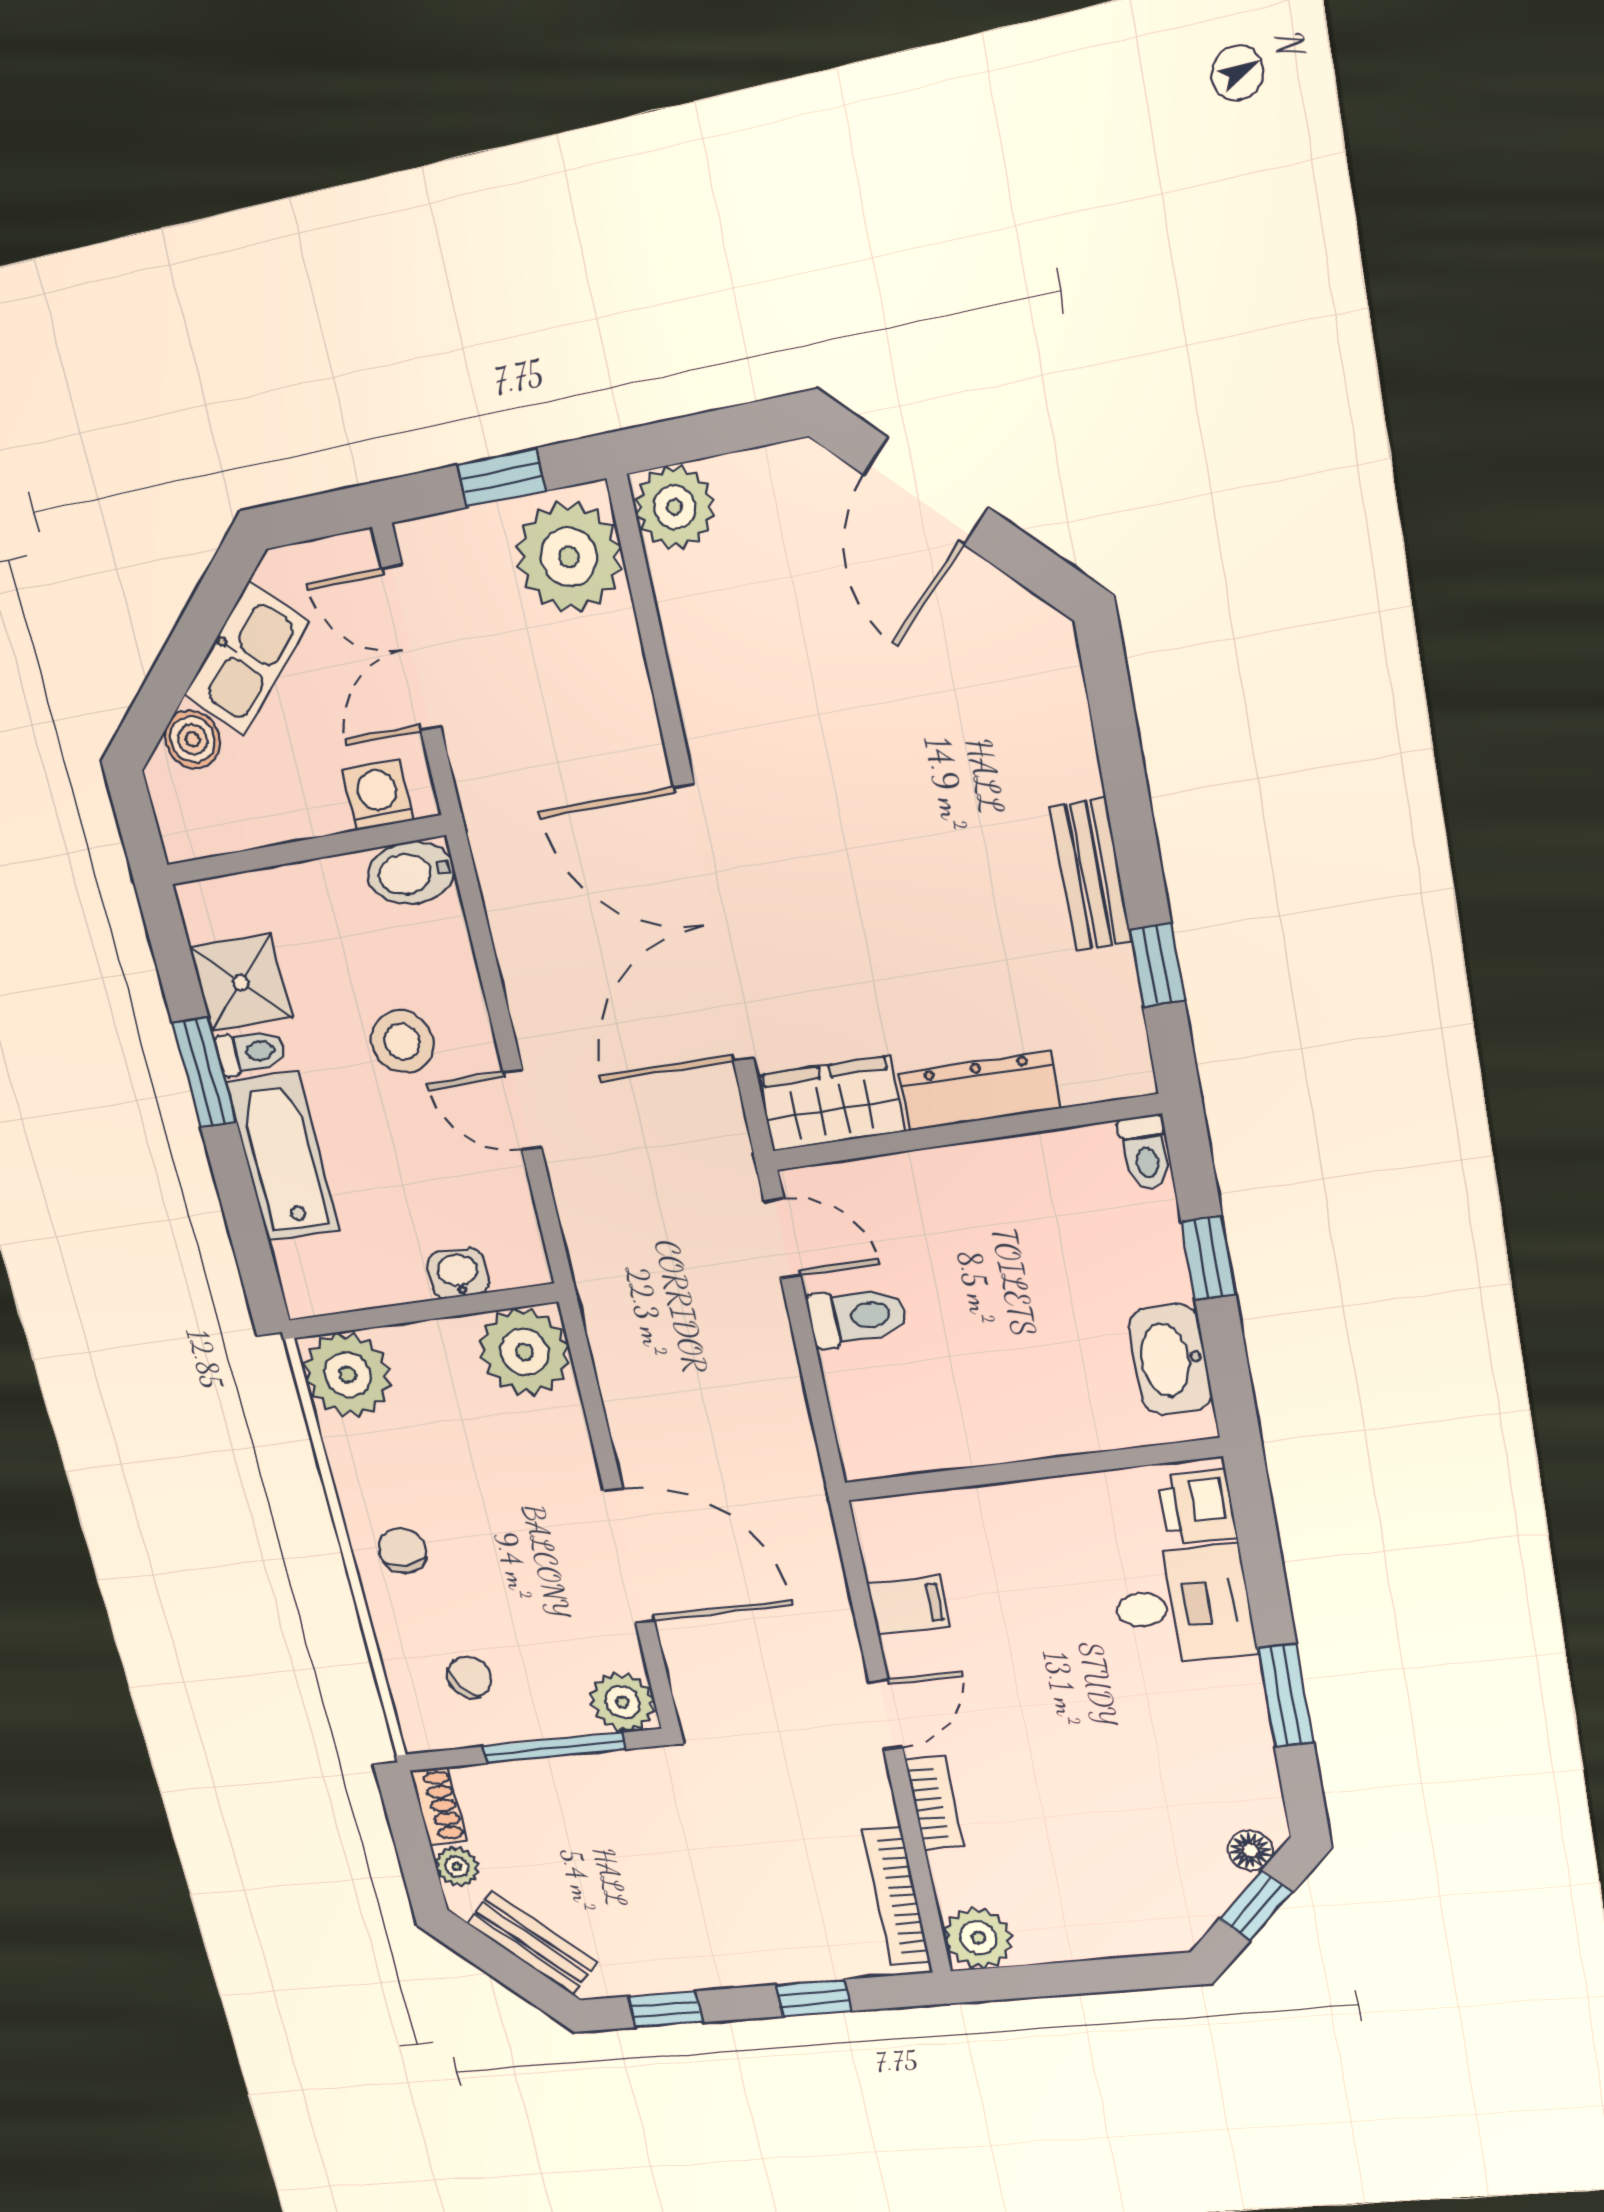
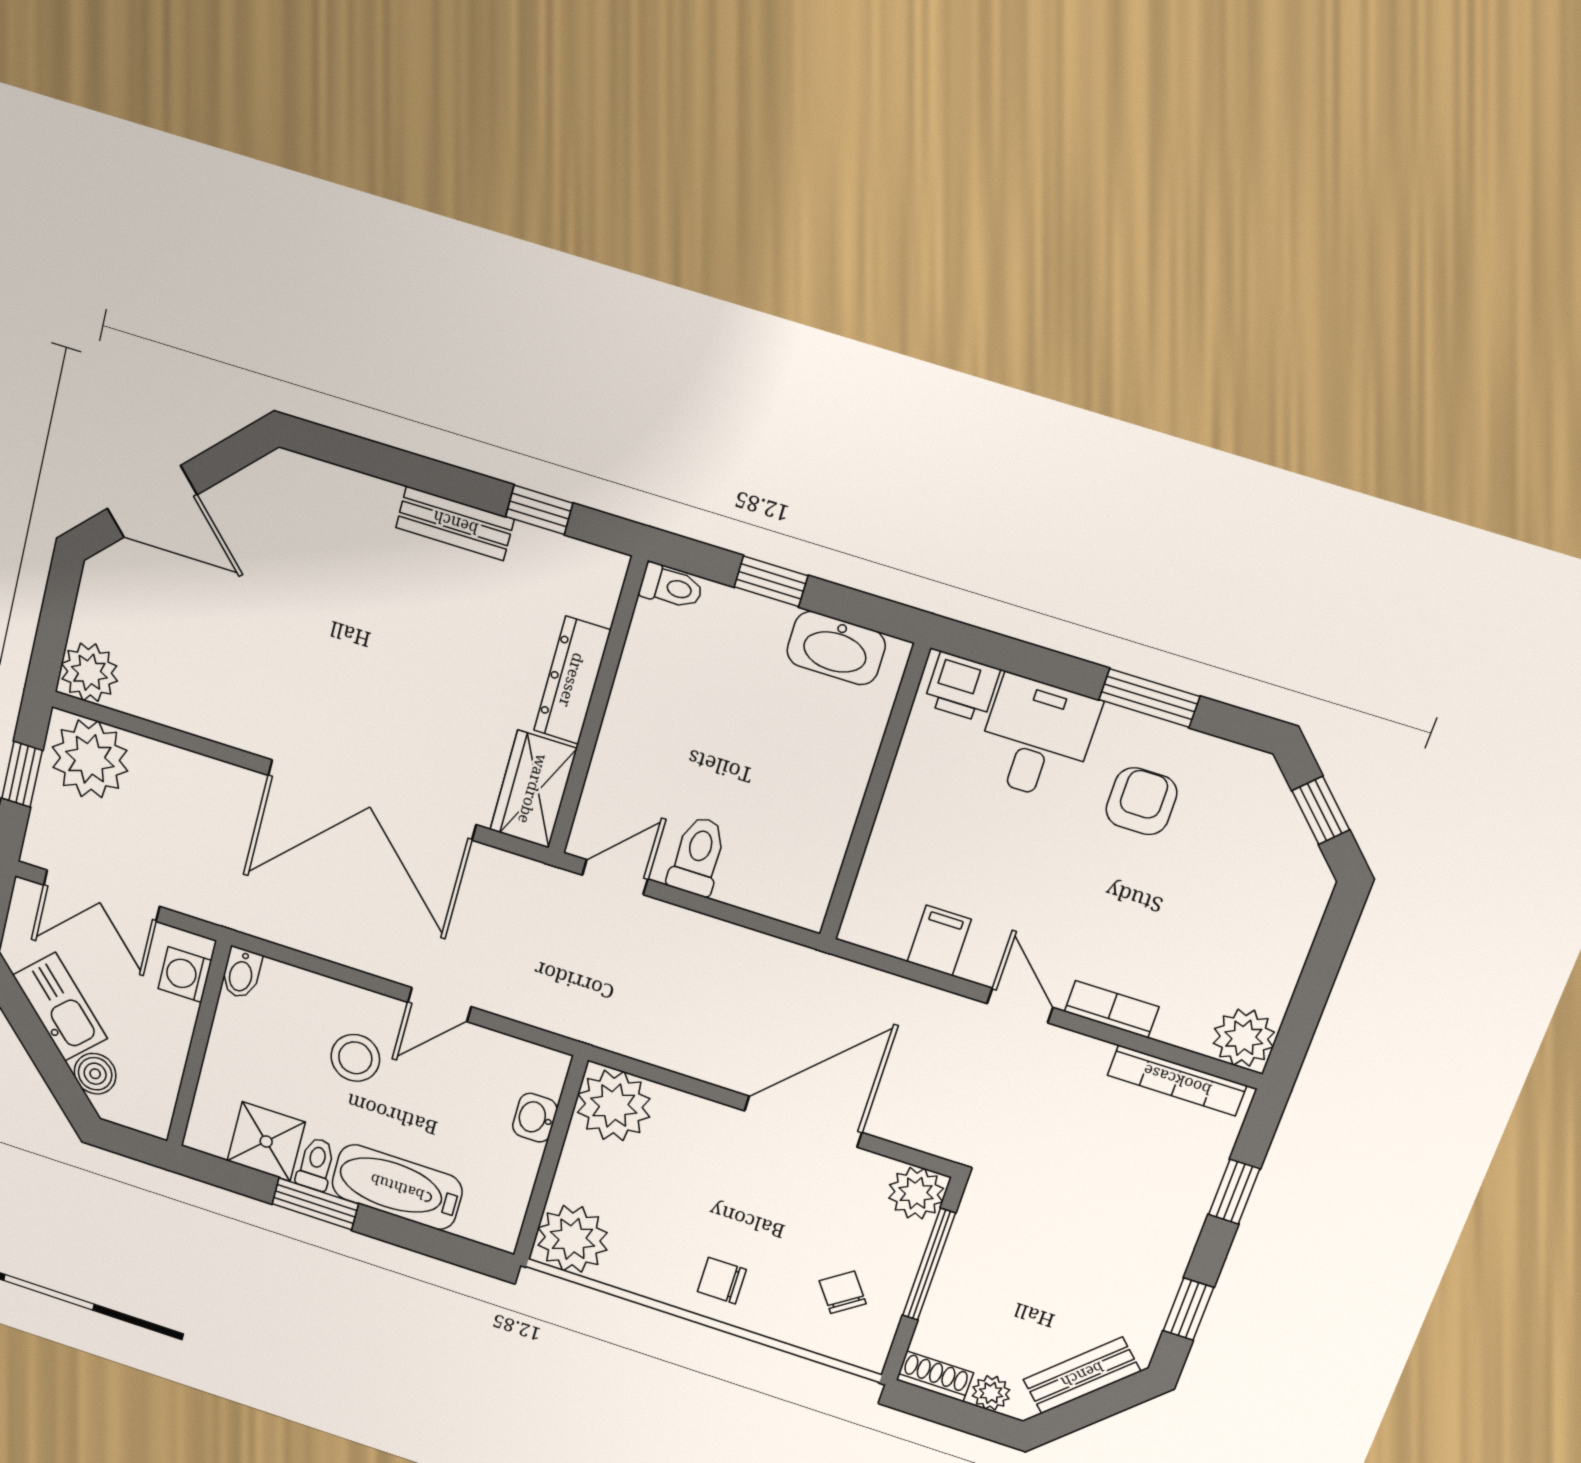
bidet: (411, 873) -> (241, 973), width x0.72, depth x0.74
armchair: (1171, 1736) -> (1141, 801), added
floor lamp: (1250, 1850) -> (1270, 790), removed

